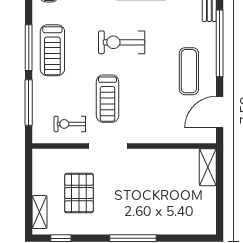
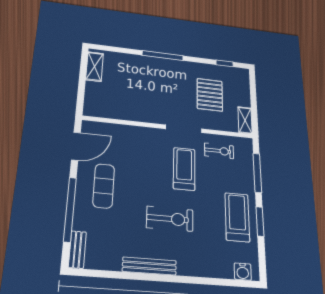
window: (29, 48) -> (260, 221), width x0.69
shelving: (208, 167) -> (95, 67), moved
shelving: (40, 212) -> (245, 120), moved

